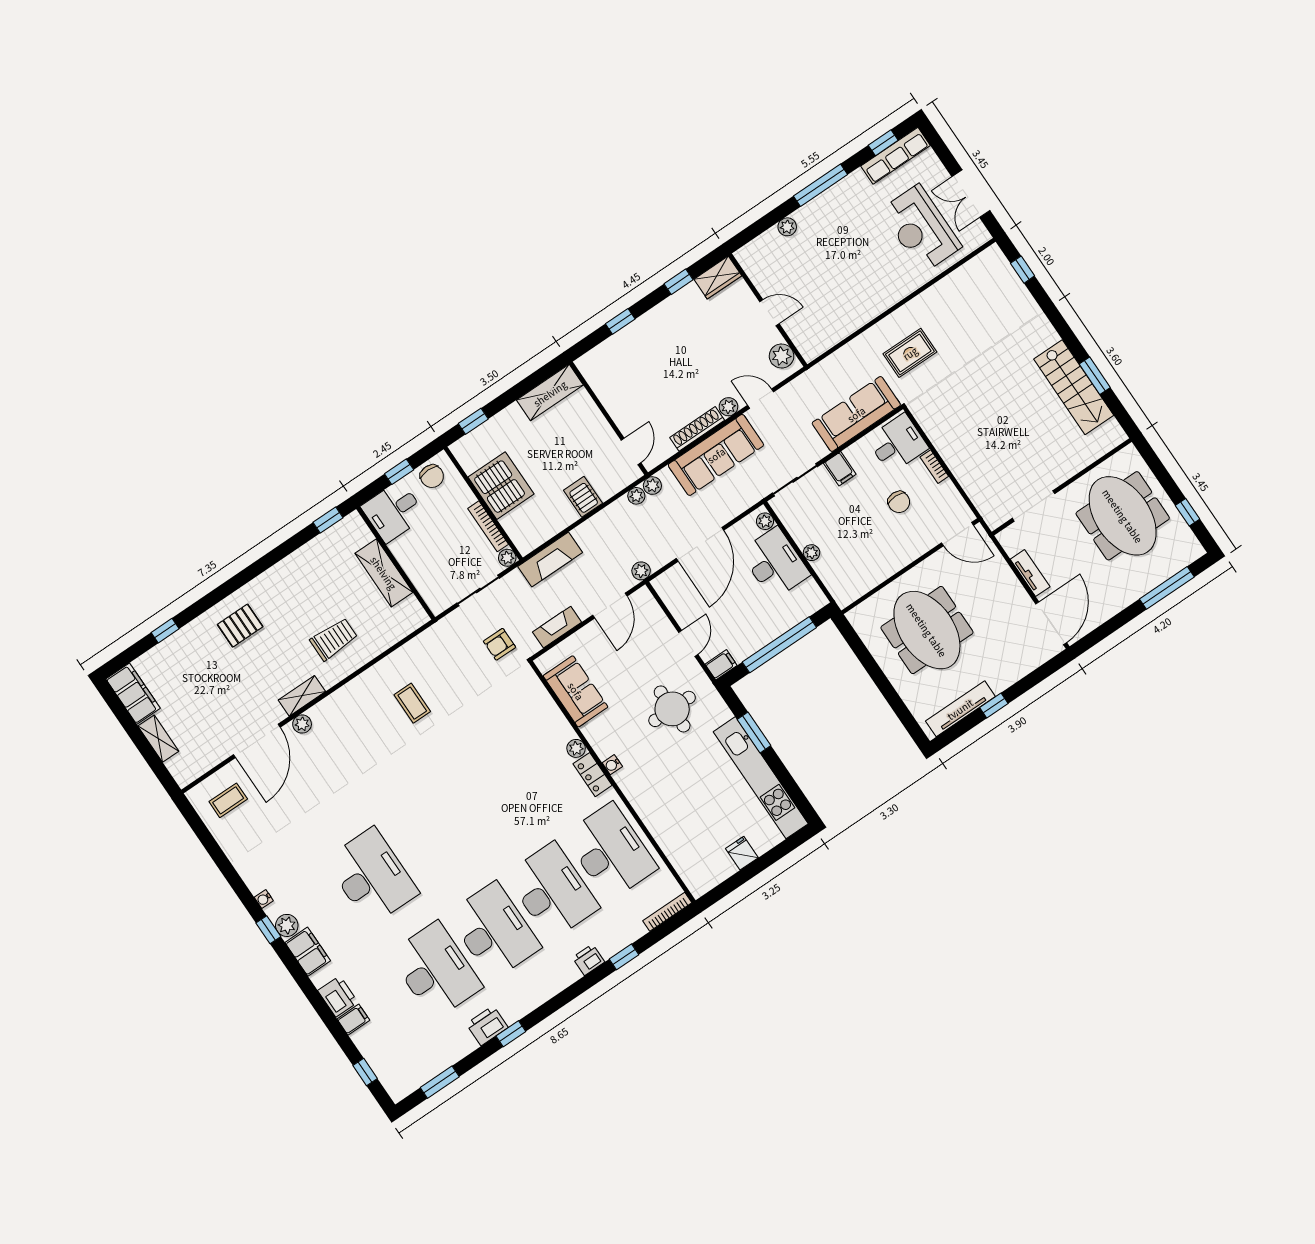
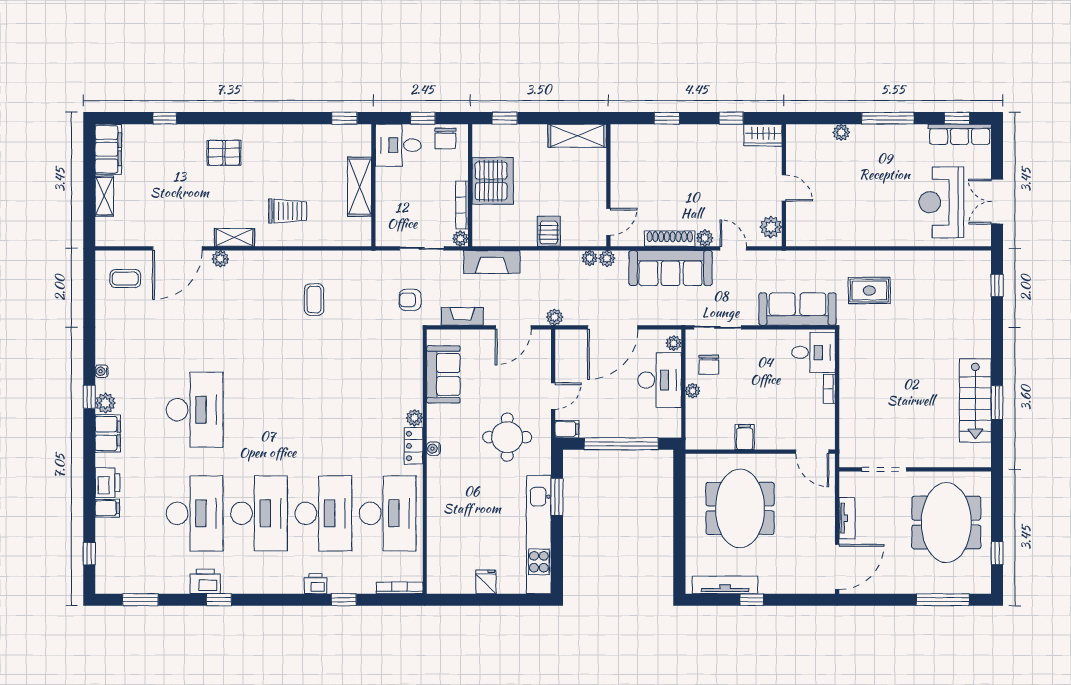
filing cabinet: (840, 469) -> (745, 437), moved, turned 180
chair: (899, 502) -> (709, 365), moved

